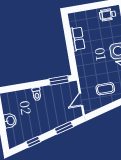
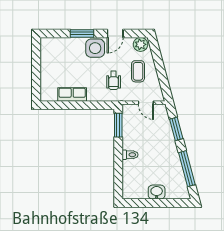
wheelchair: (108, 15) -> (114, 80), moved
window: (33, 142) -> (187, 169), width x2.17

